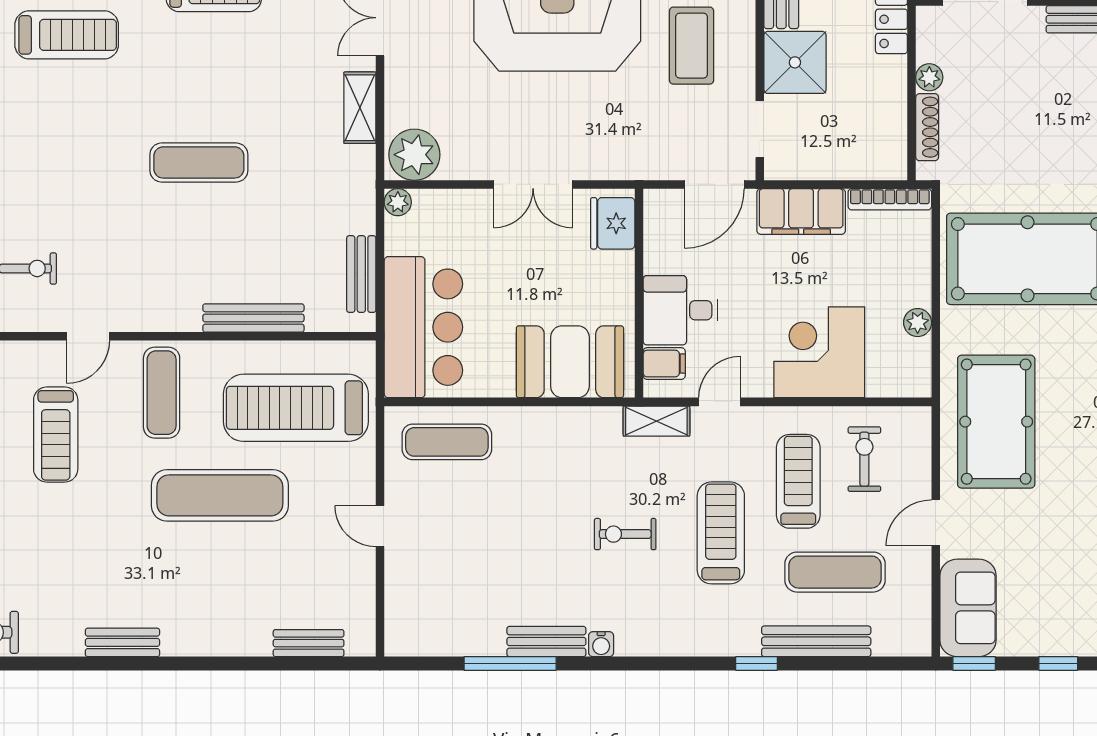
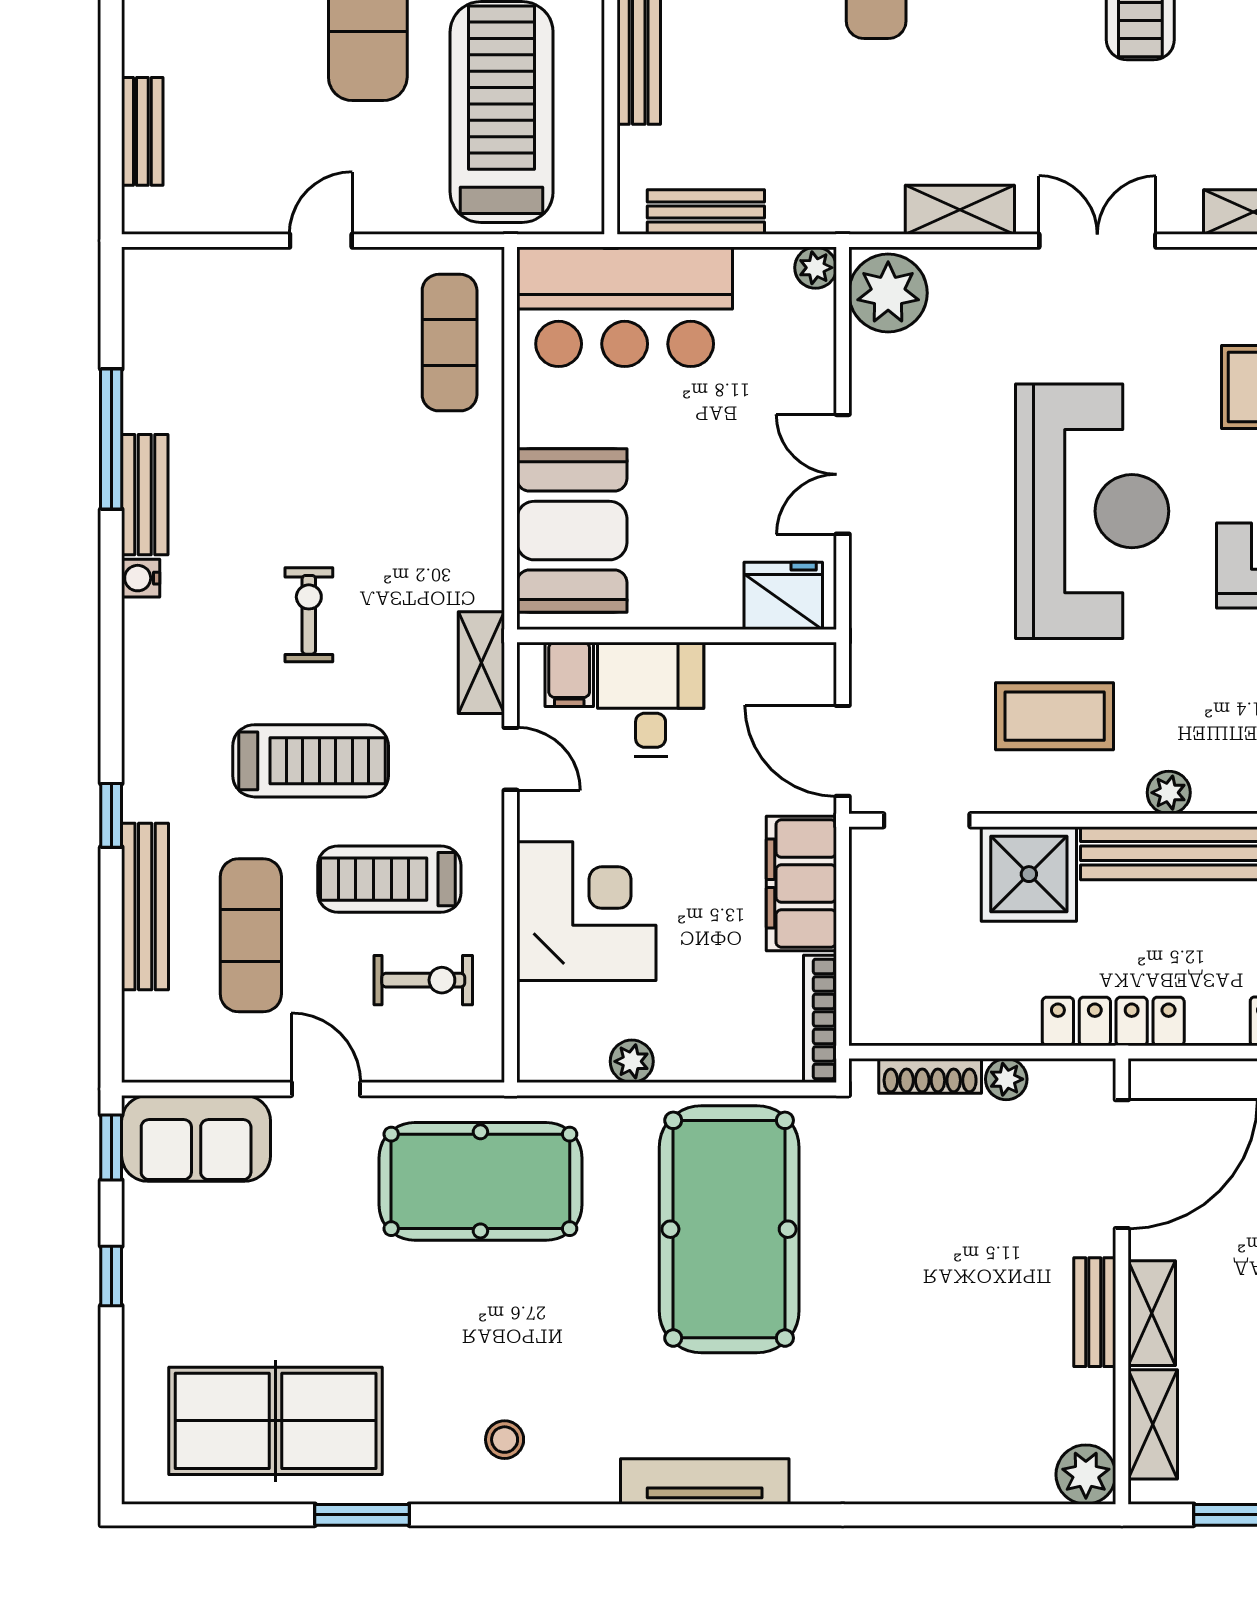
treadmill: (798, 481) -> (389, 879), turned 180

